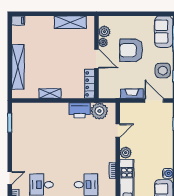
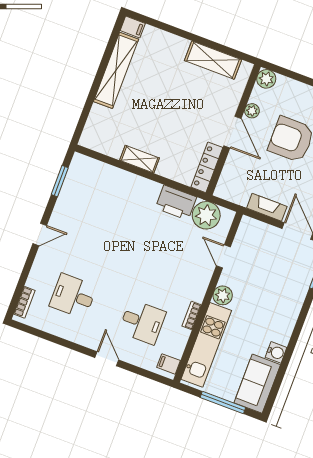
plant: (104, 32) -> (266, 79), moved
shelving: (18, 67) -> (116, 70), moved
door: (118, 130) -> (223, 256), swing flipped
door: (10, 178) -> (40, 234), moved

